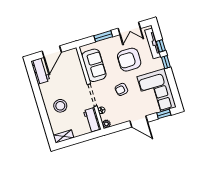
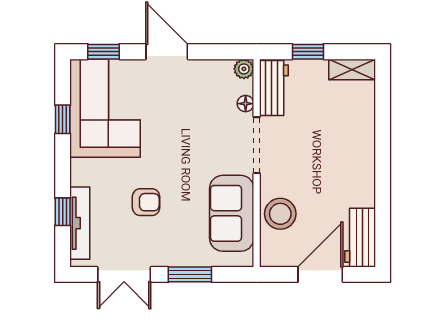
double door: (129, 28) -> (124, 274), swing flipped
armchair: (129, 60) -> (146, 202), width x0.53, depth x0.53
window: (166, 62) -> (63, 119), moved
armchair: (121, 89) -> (185, 138), removed
stool: (60, 106) -> (280, 214), moved
window: (83, 138) -> (308, 52), added

